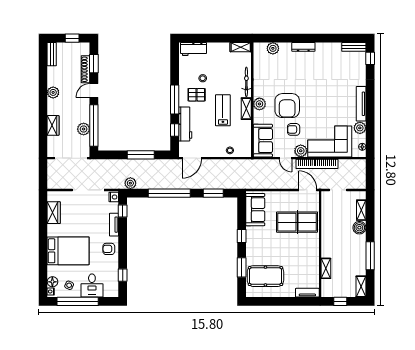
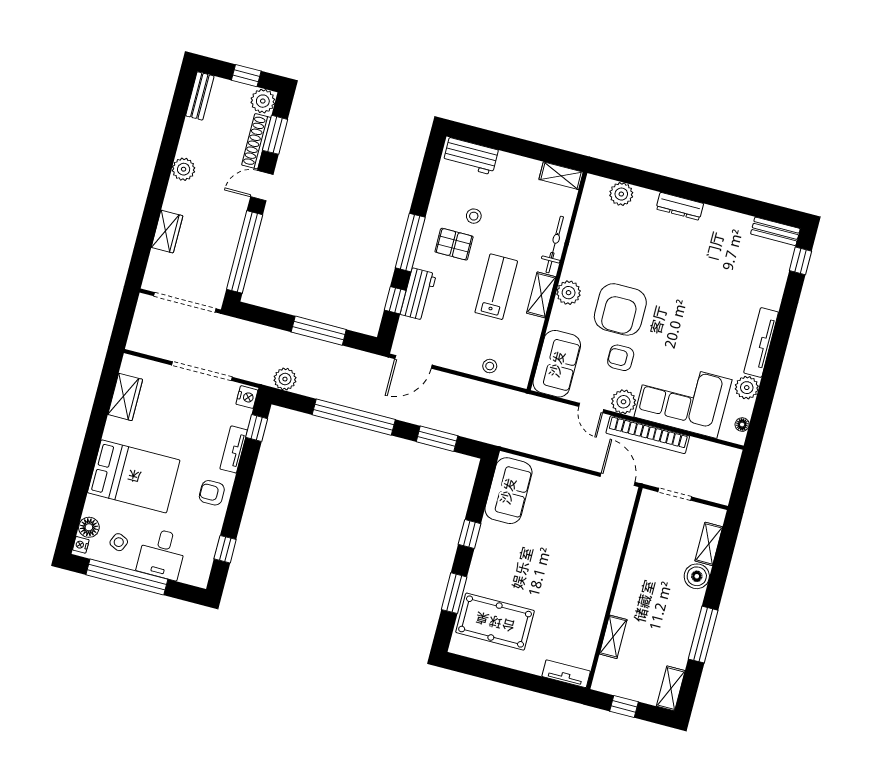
workbench: (185, 124) -> (418, 294), width x0.73
plant: (84, 129) -> (263, 101), moved
table tennis table: (297, 222) -> (581, 535), removed

